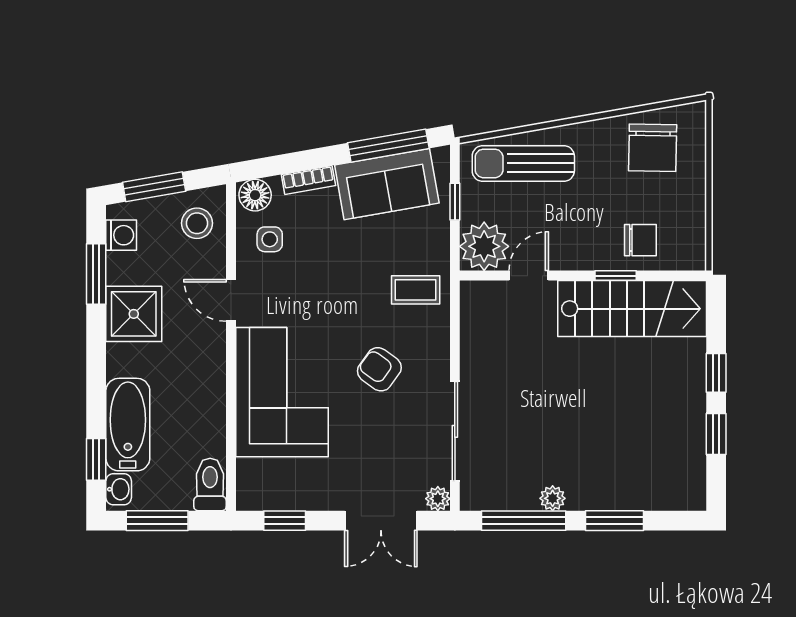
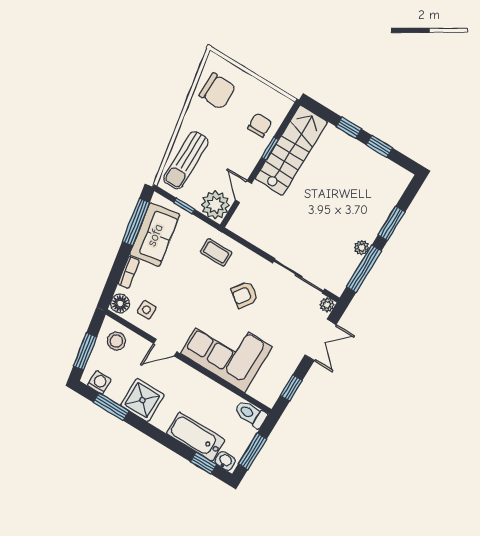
coffee table: (416, 290) -> (216, 252), turned 90

